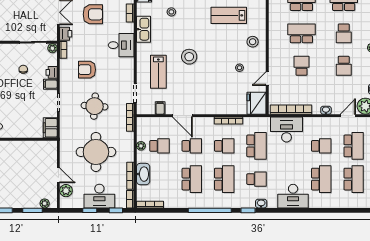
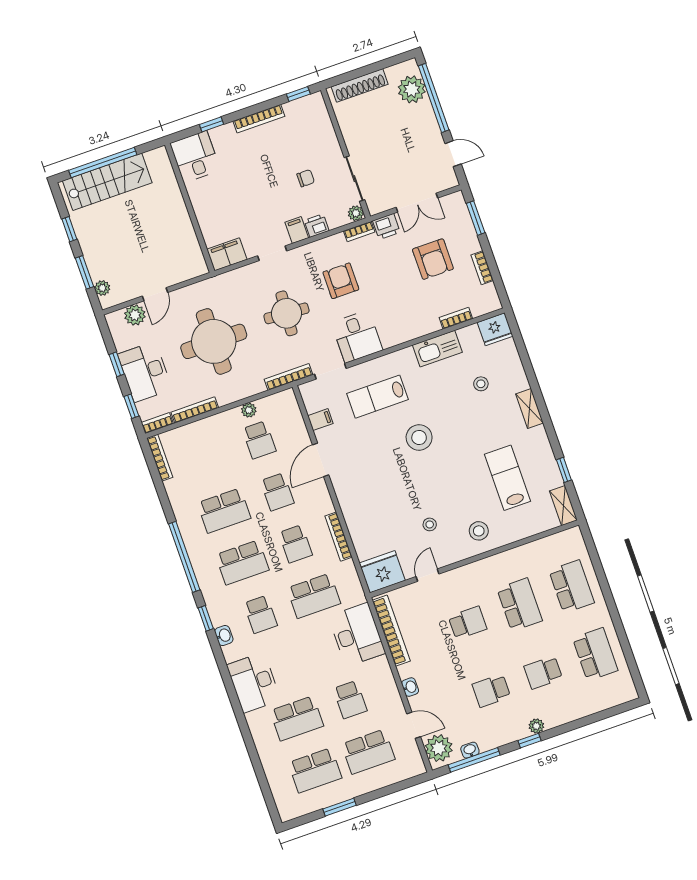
desk: (121, 45) -> (357, 337), moved
door: (267, 79) -> (428, 575), hinge flipped
washbasin: (143, 174) -> (205, 430), removed

